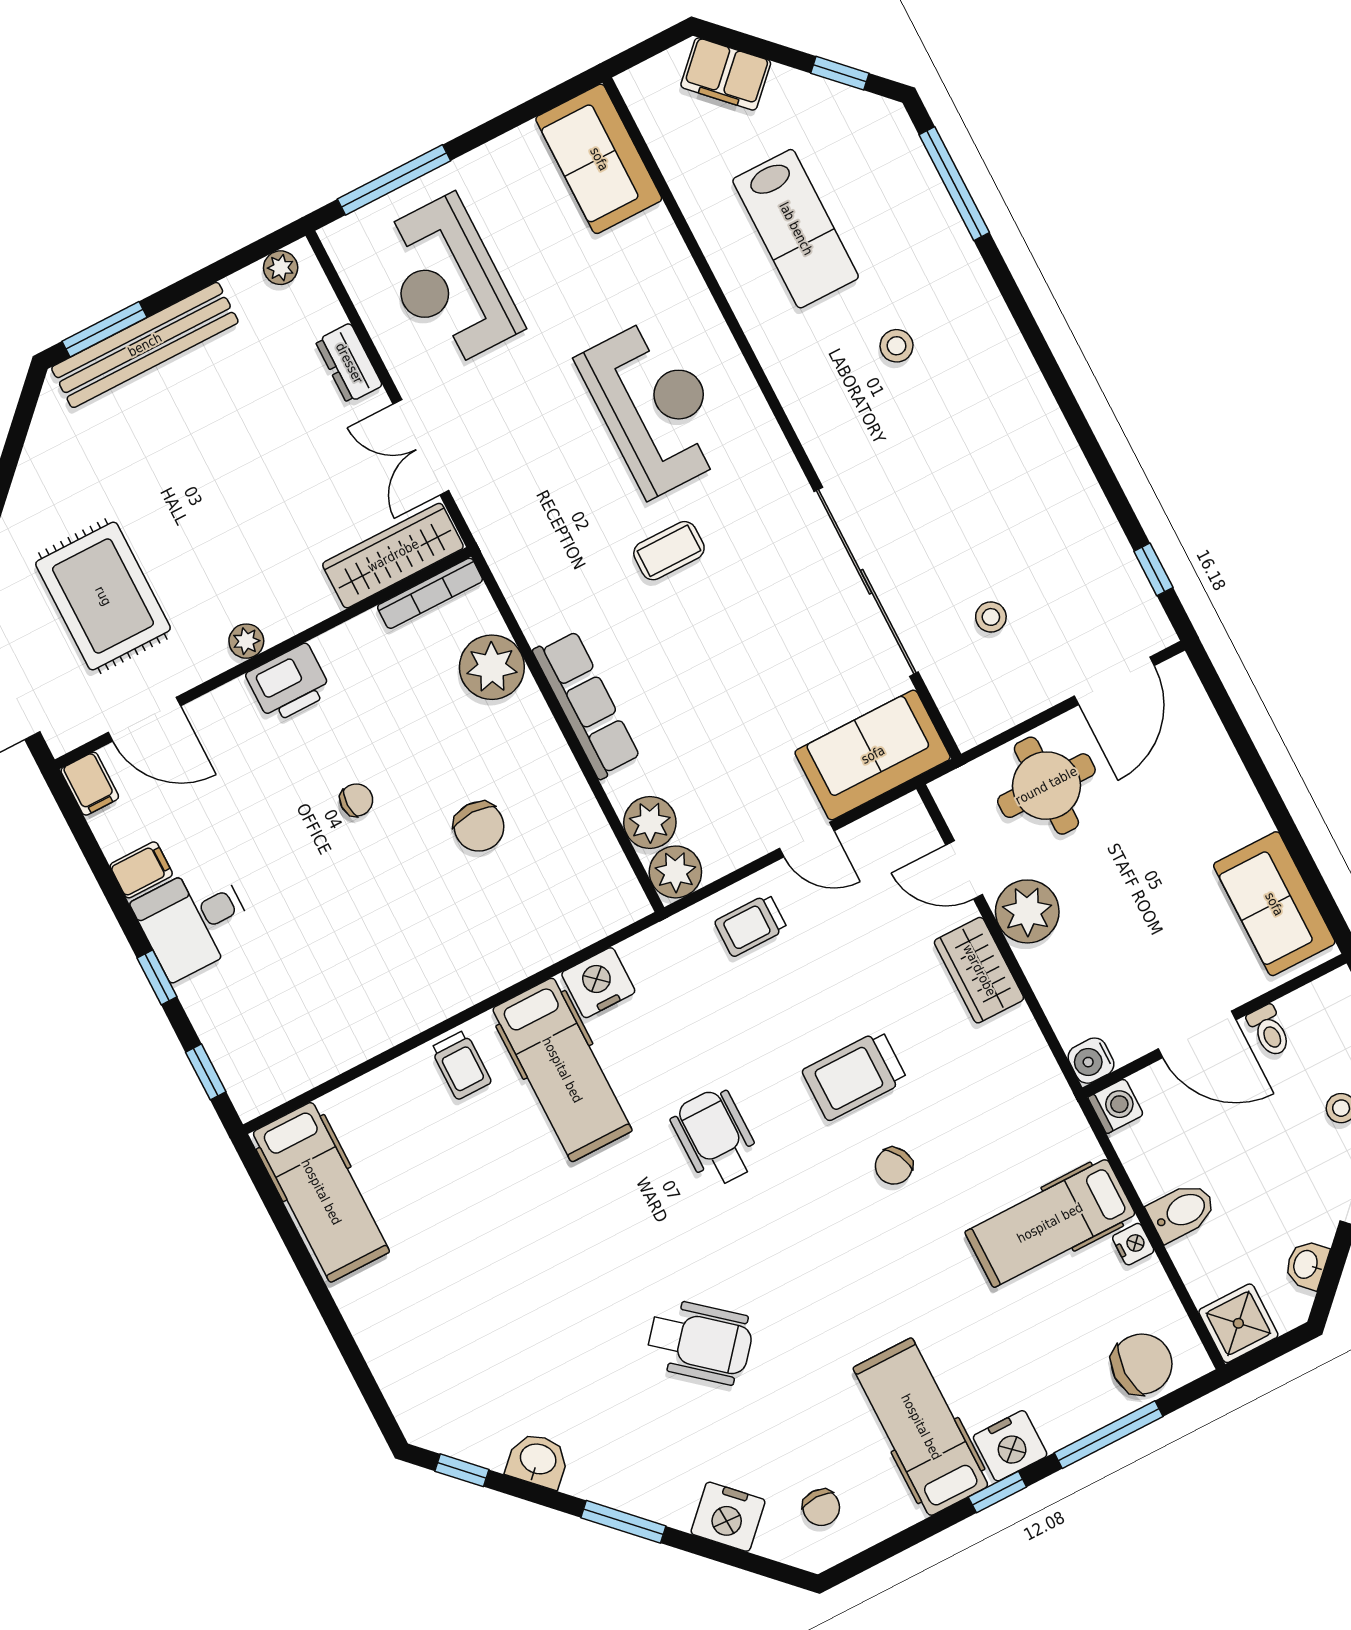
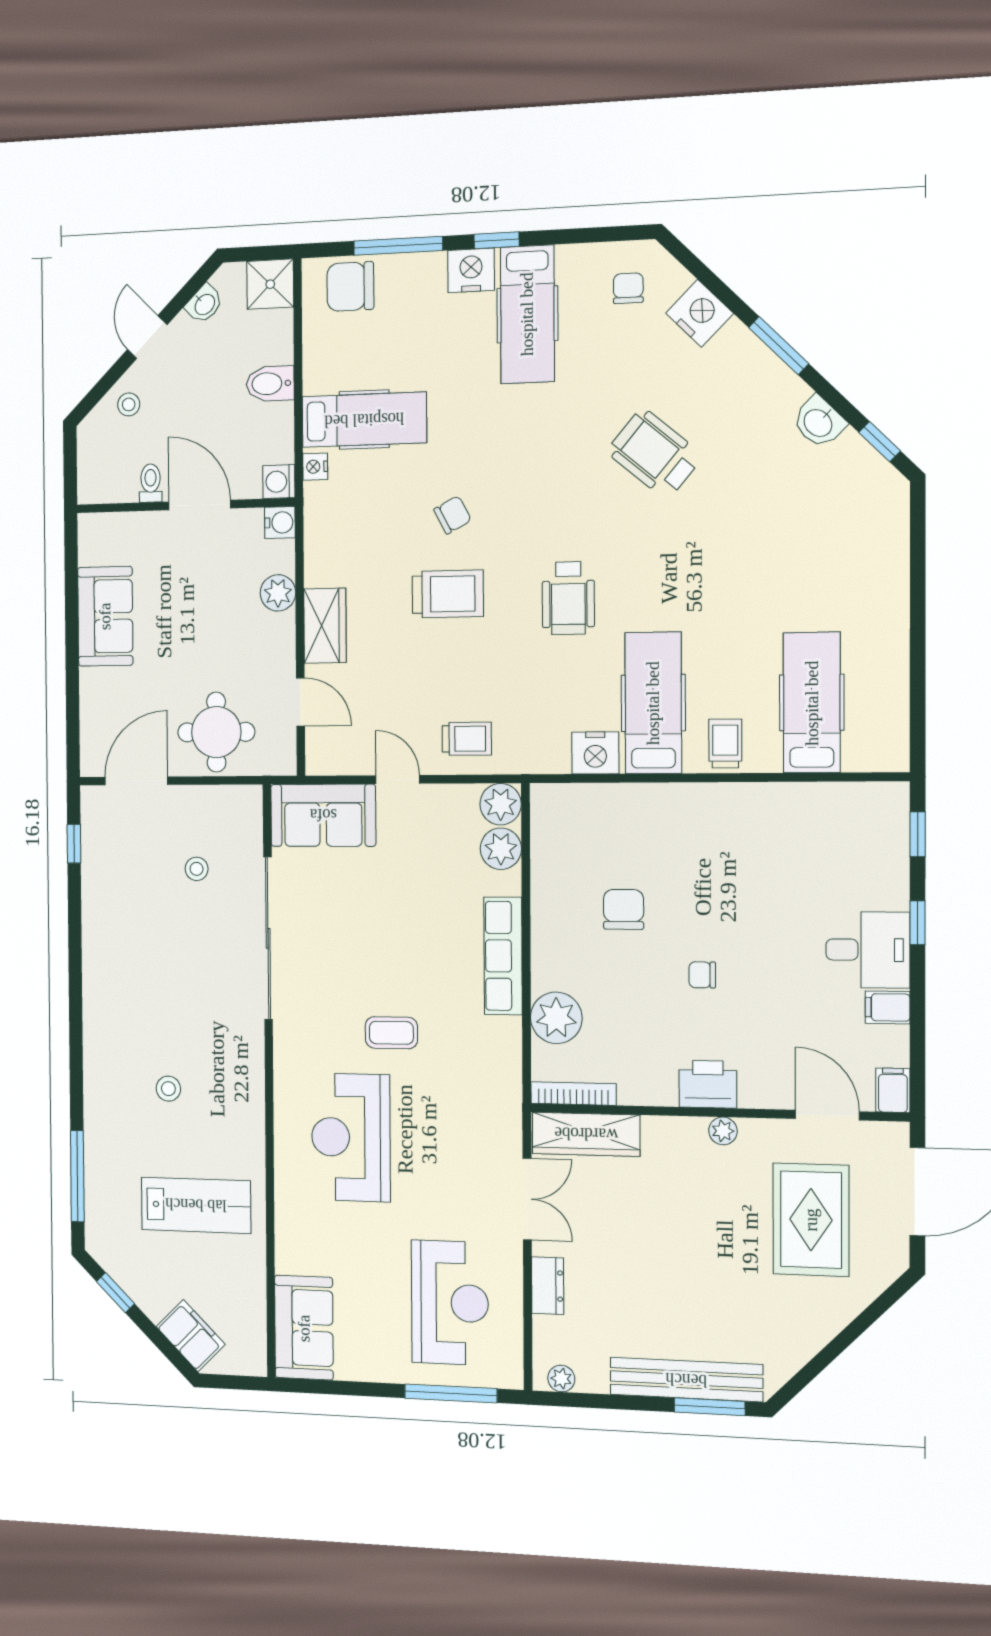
lab bench: (796, 229) -> (196, 1205), turned 90
sofa: (1274, 904) -> (105, 616), moved
plant: (1027, 911) -> (278, 593), moved, width x0.73, depth x0.73
hospital bed: (321, 1192) -> (812, 703), moved
nightstand: (1133, 1244) -> (315, 467), moved

